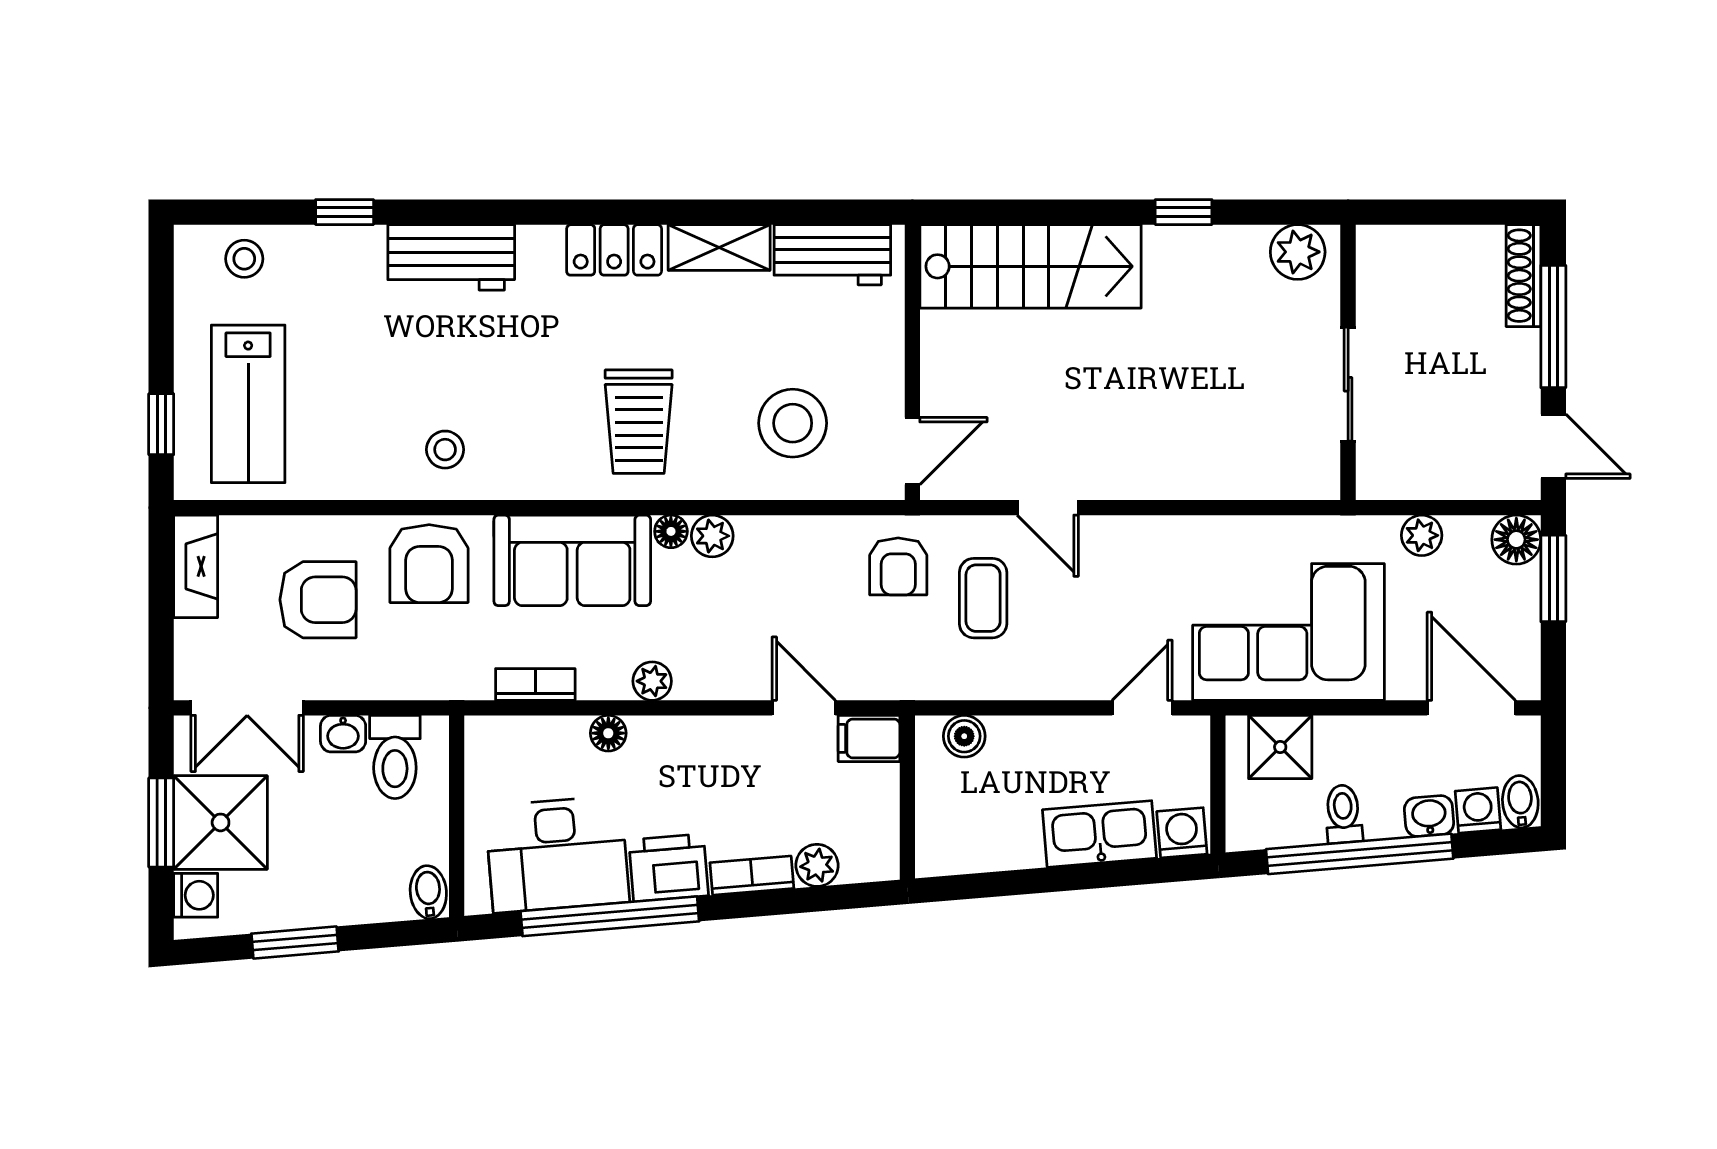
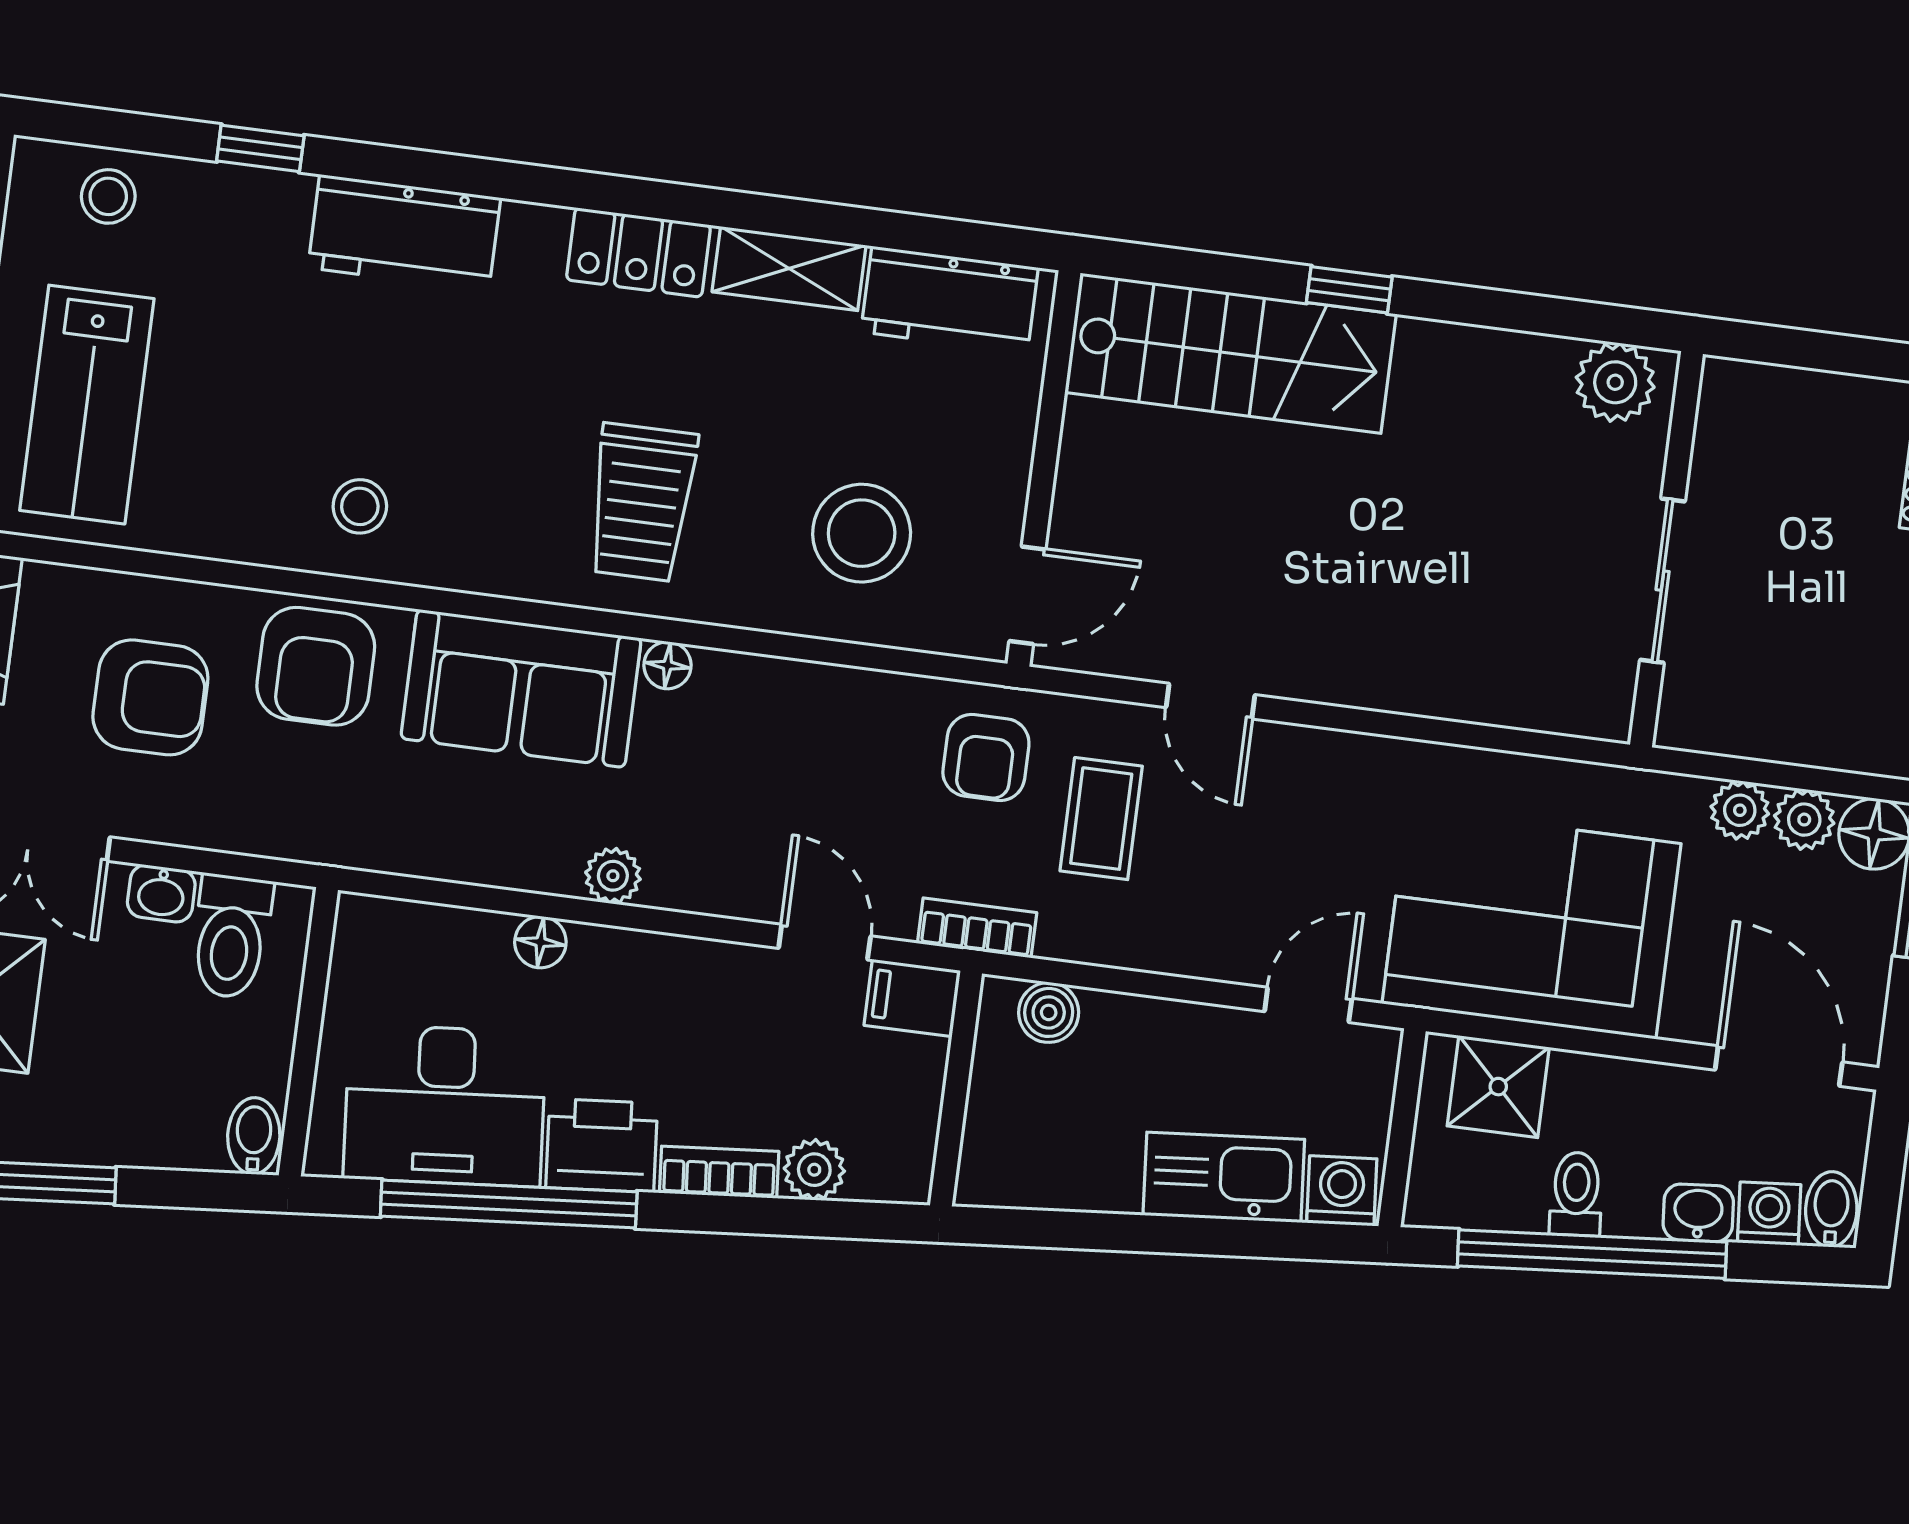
window: (1184, 212) -> (1349, 290), moved
plant: (712, 536) -> (1804, 820), moved
bookcase: (535, 684) -> (977, 928), moved

